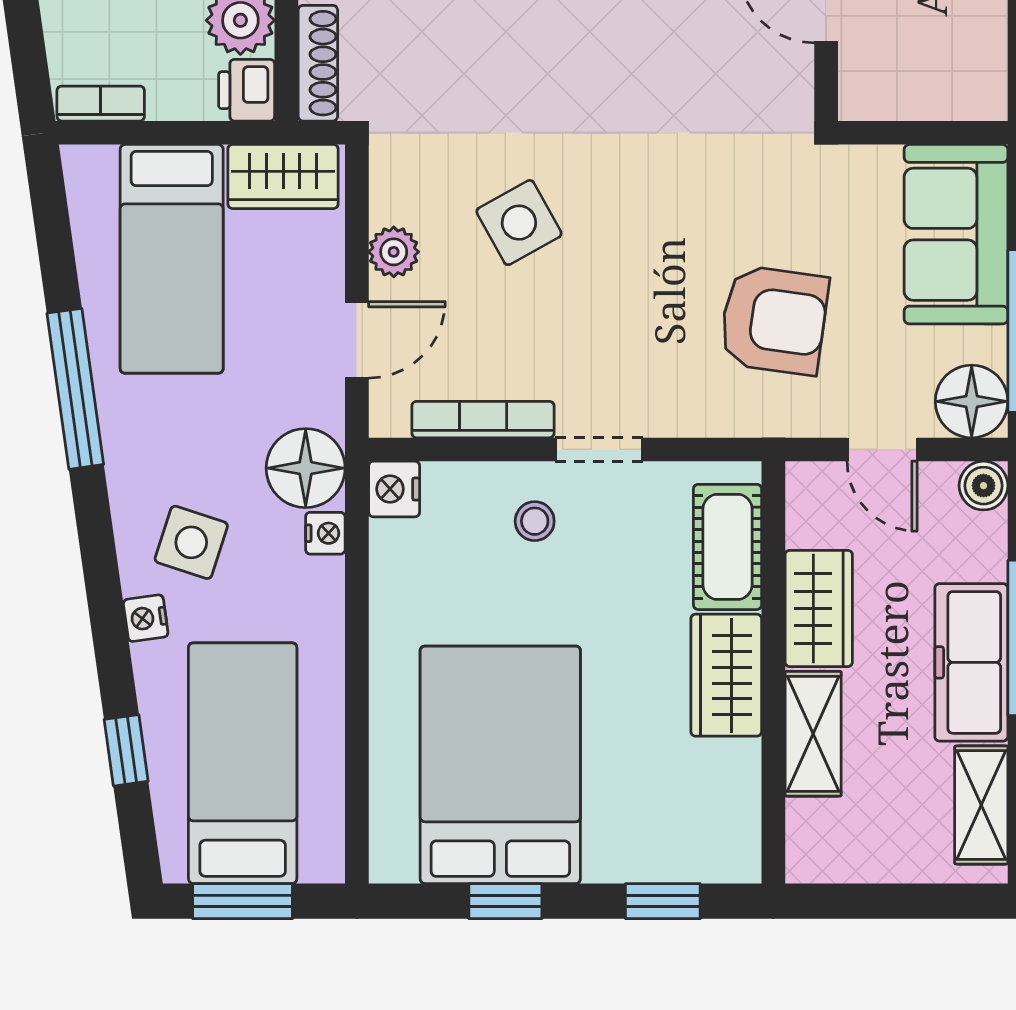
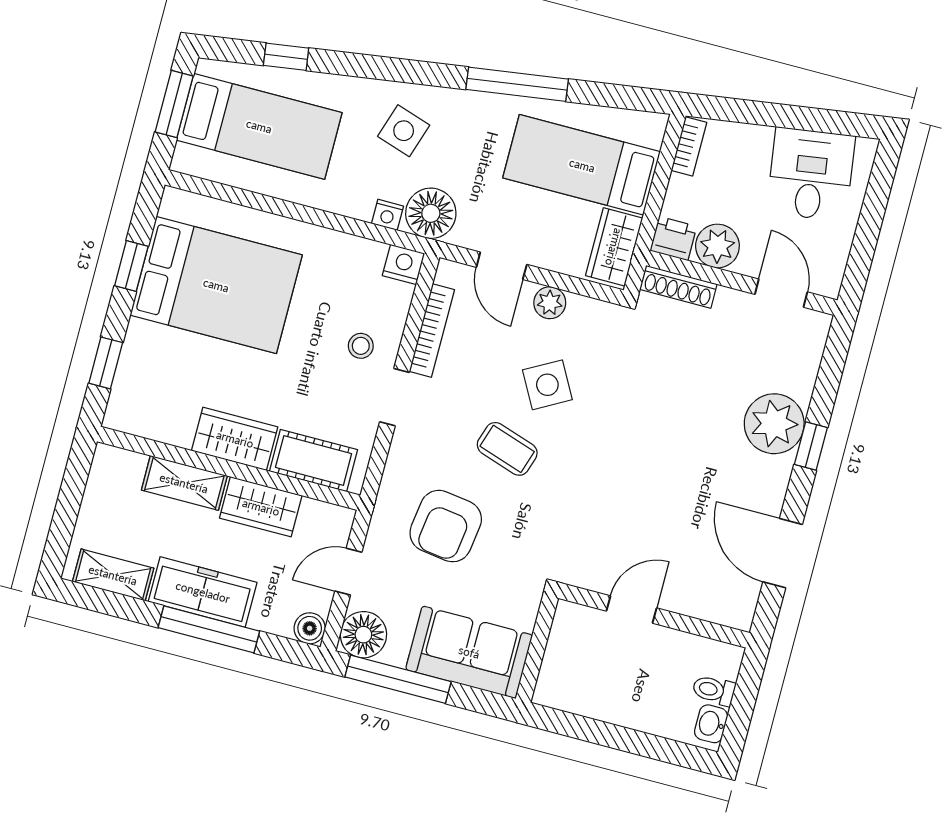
coffee table: (632, 258) -> (507, 449), added
nightstand: (146, 618) -> (364, 90), removed

